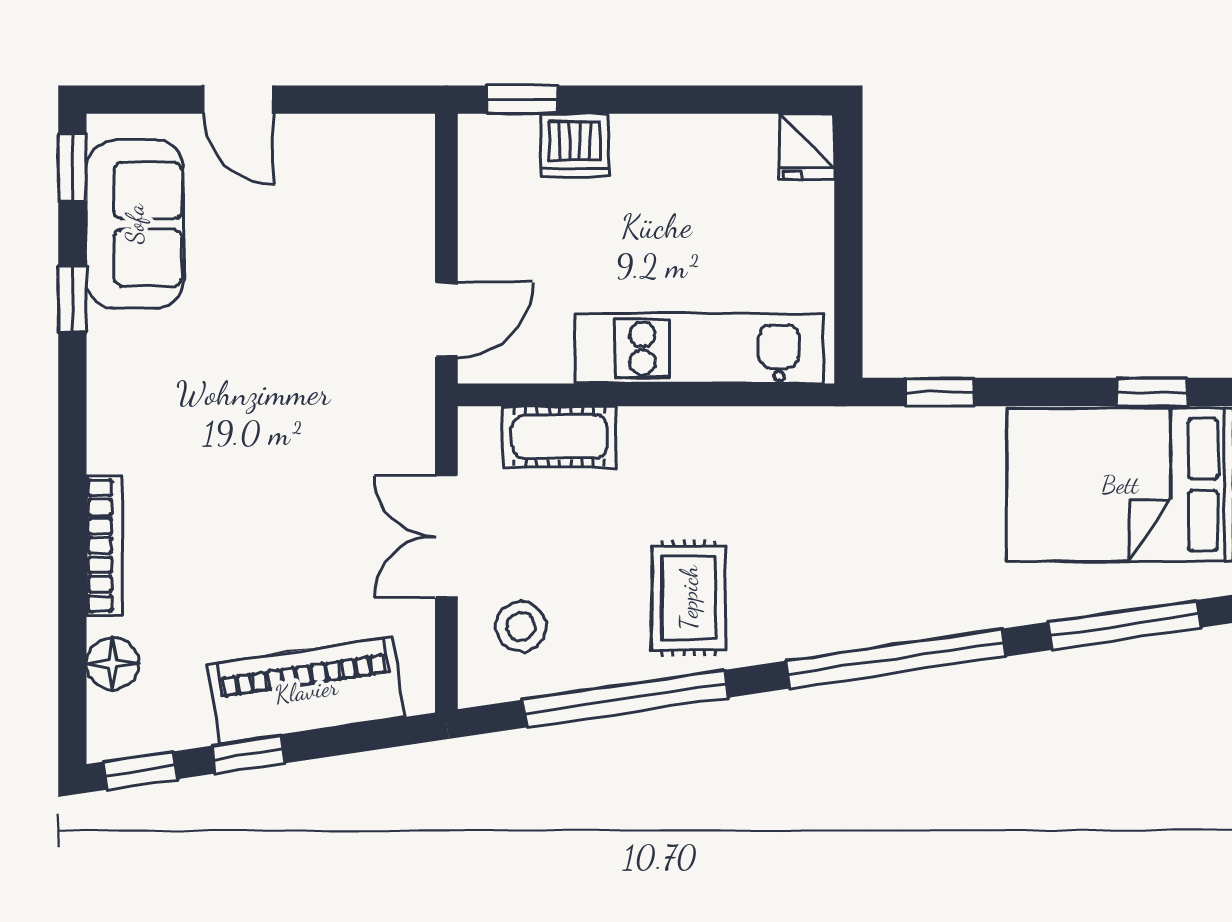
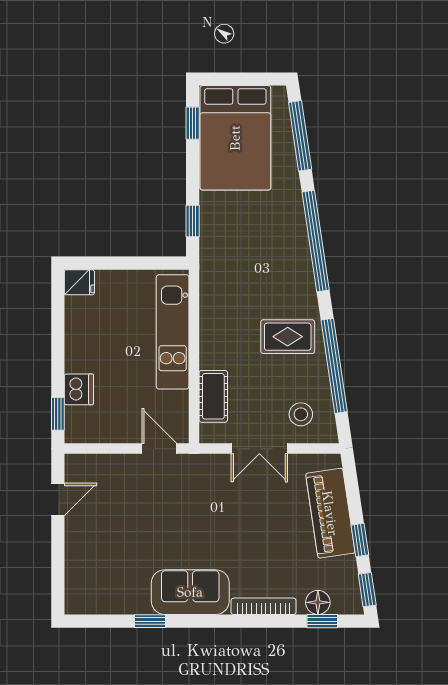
door: (238, 100) -> (58, 499), moved
window: (72, 168) -> (322, 621), moved
sofa: (135, 224) -> (190, 592), moved

